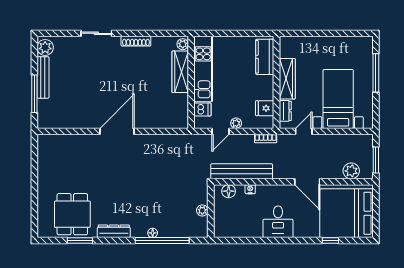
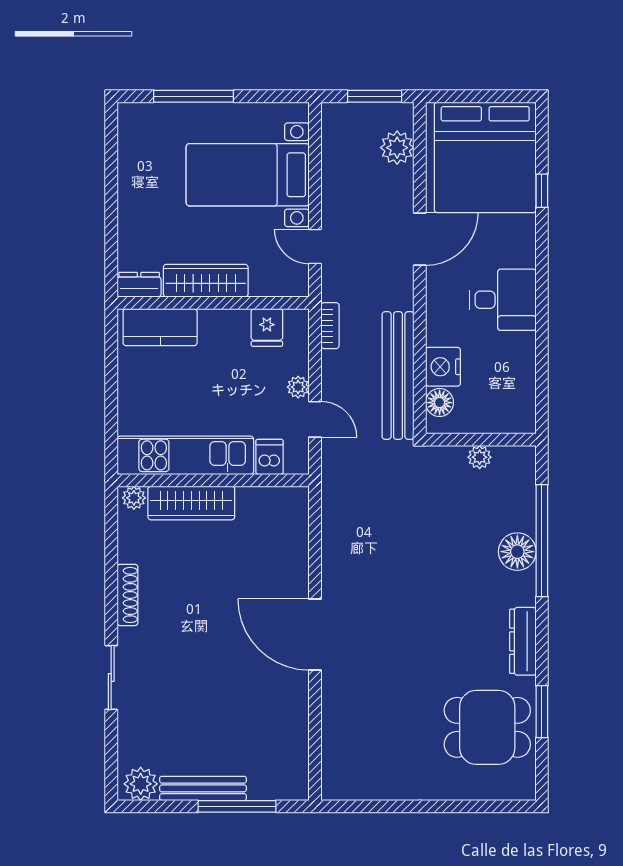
dresser: (285, 111) -> (139, 285), moved
nightstand: (250, 189) -> (443, 367), width x1.89, depth x1.79
floor lamp: (153, 233) -> (517, 552), width x1.89, depth x1.89

